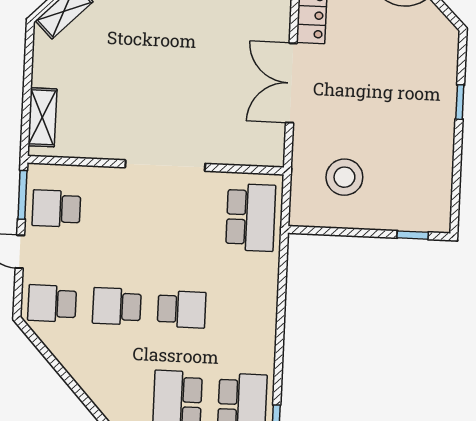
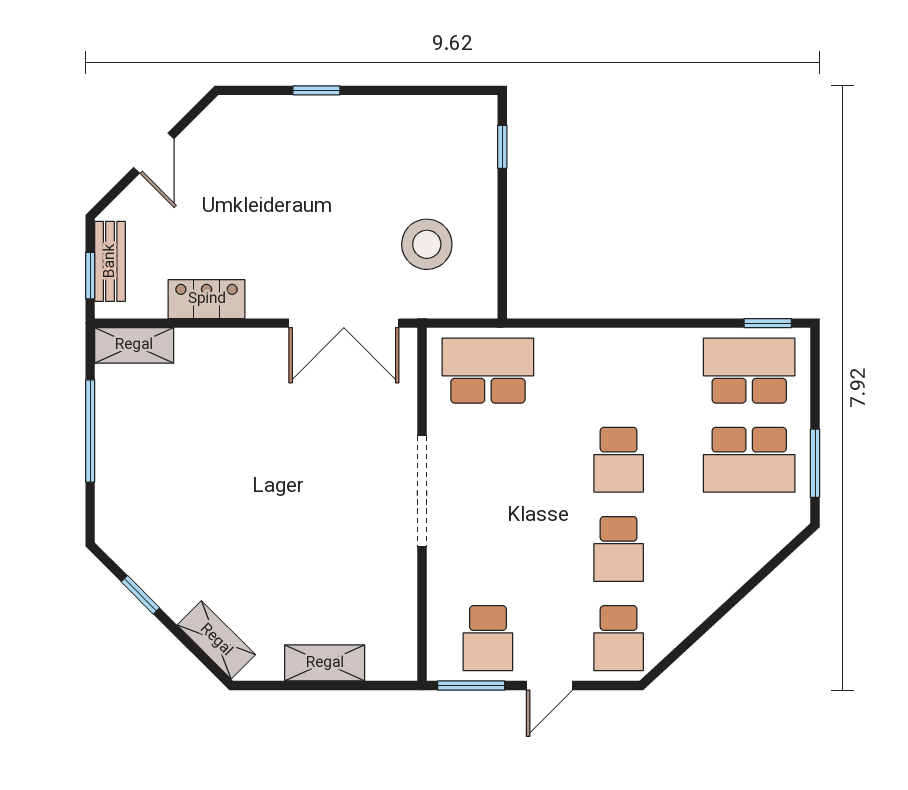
double door: (291, 83) -> (344, 323), moved
shelving: (42, 117) -> (325, 663), moved
school desk: (182, 309) -> (619, 460), turned 180

